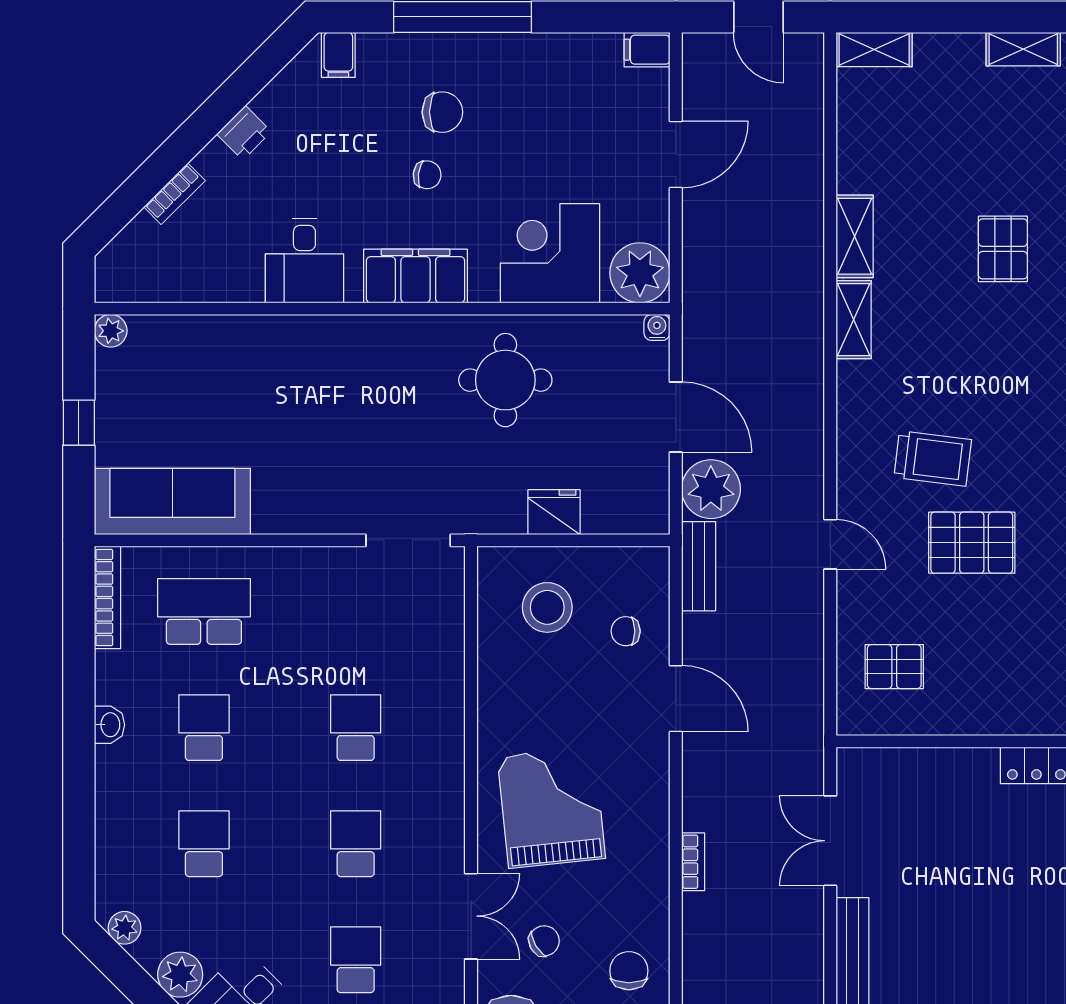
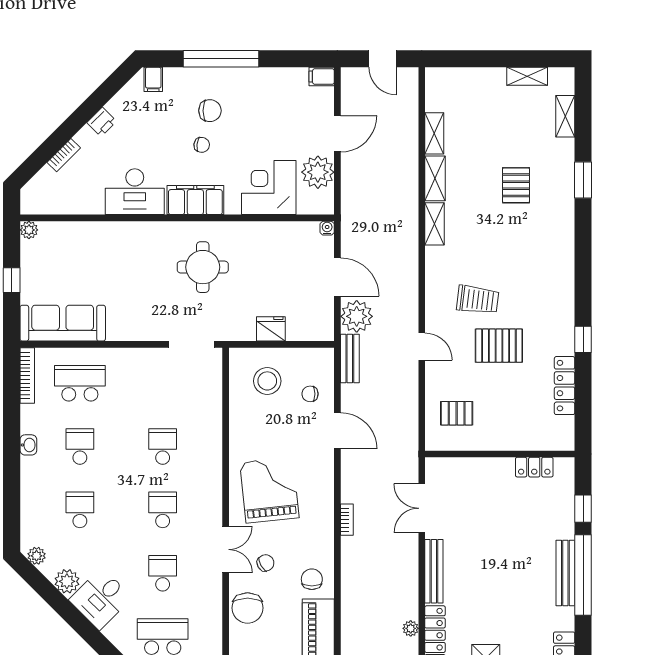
shelving: (874, 50) -> (434, 133), moved, turned 90
desk: (304, 261) -> (135, 192), width x1.37
plant: (640, 273) -> (318, 172), moved
round table: (505, 380) -> (203, 267), moved

